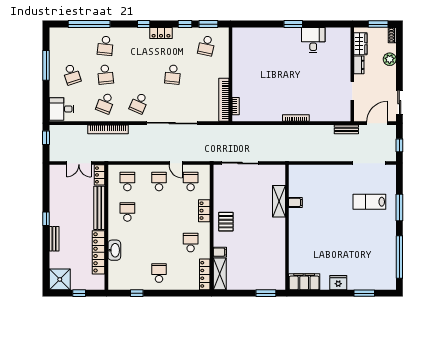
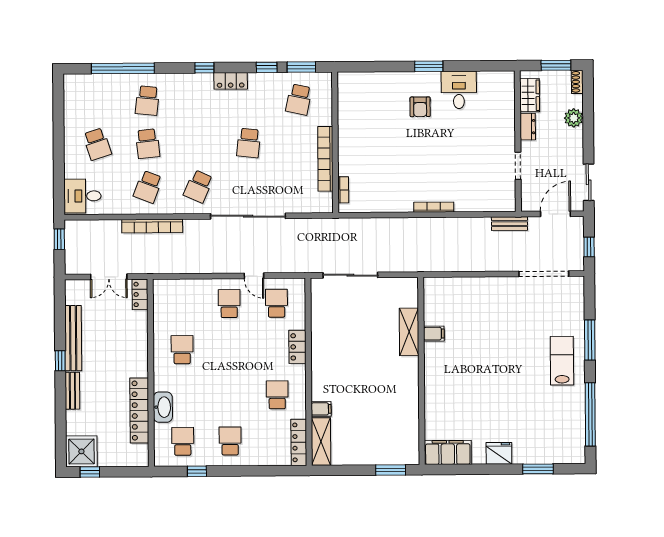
armchair: (287, 51) -> (420, 107), added
window: (46, 65) -> (59, 131), removed
bookcase: (224, 100) -> (325, 159), moved
school desk: (127, 181) -> (183, 441), moved
lab bench: (369, 202) -> (562, 361), moved, turned 90
bench: (99, 208) -> (73, 338), moved
pallet: (226, 222) -> (330, 363), removed
window: (79, 293) -> (90, 472), moved

